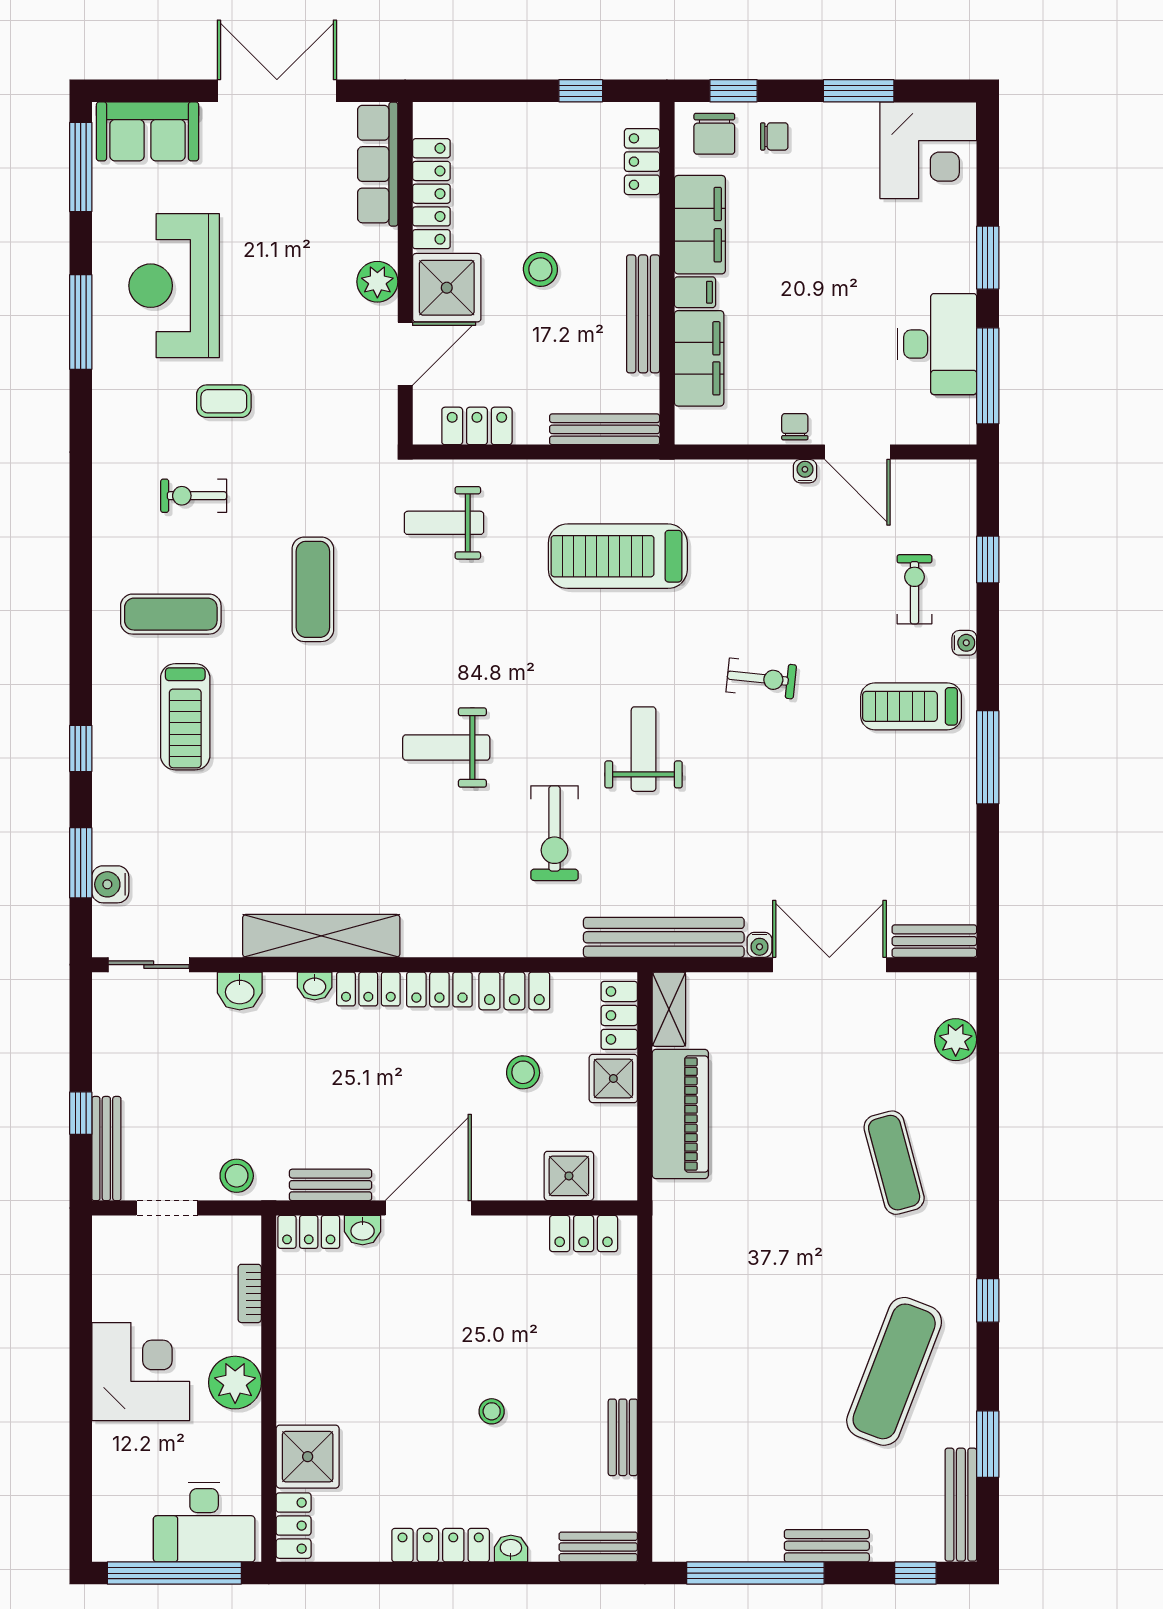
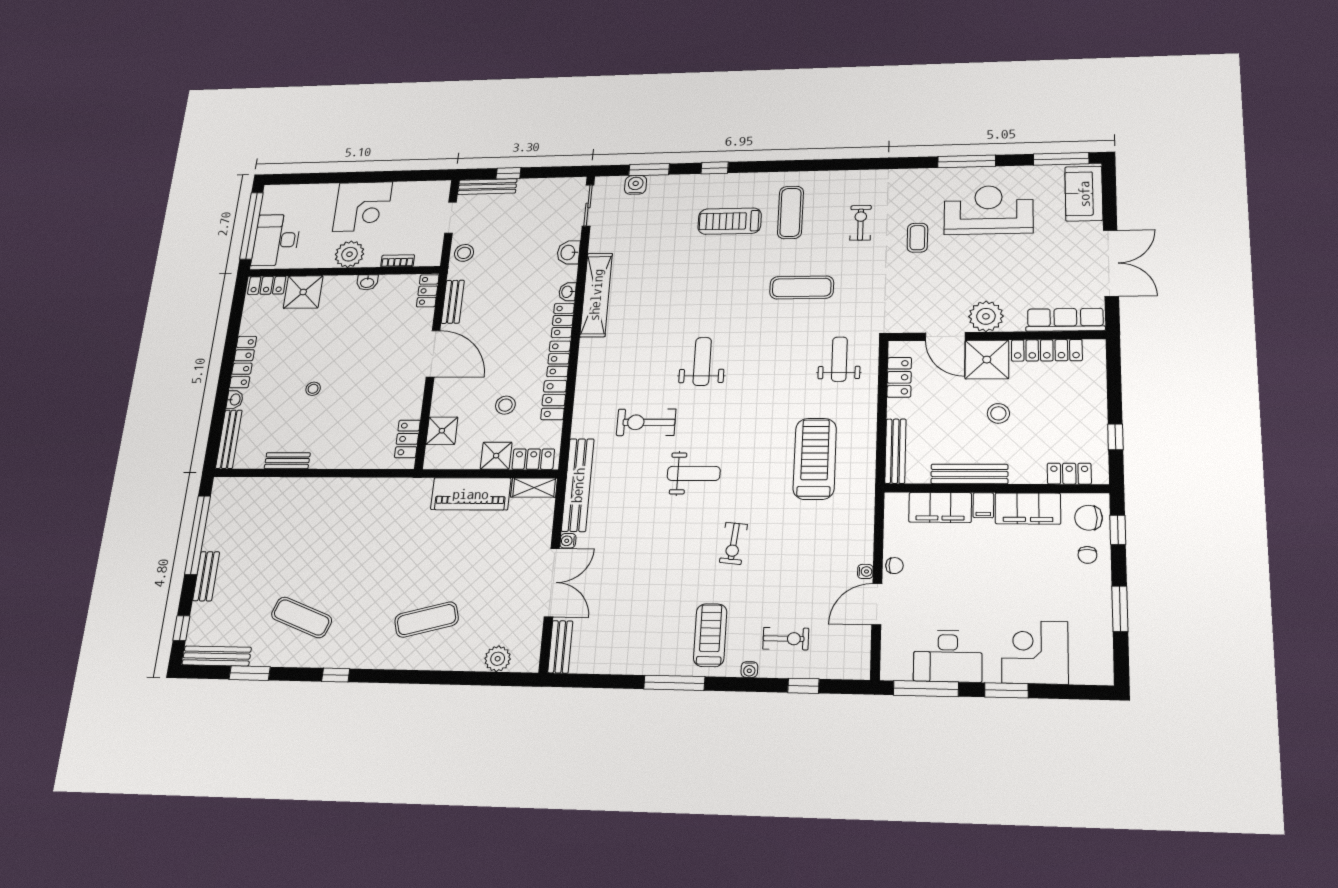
corner desk: (928, 150) -> (1035, 652), moved, turned 90
plant: (377, 282) -> (986, 316), width x1.36, depth x1.36
washbasin: (363, 1230) -> (367, 282), moved, turned -90
exercise mat: (894, 1371) -> (302, 617), width x0.73, depth x0.69
bench: (598, 1547) -> (229, 439), width x1.36

